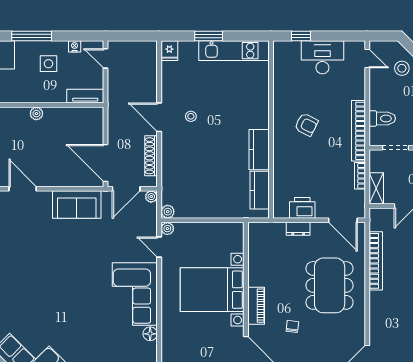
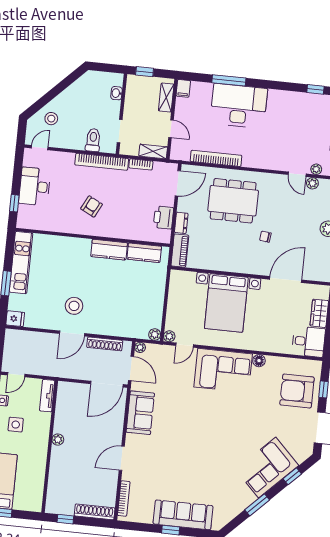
stool: (191, 116) -> (74, 306), width x1.89, depth x1.89
piano: (256, 306) -> (180, 251), moved, turned 90

